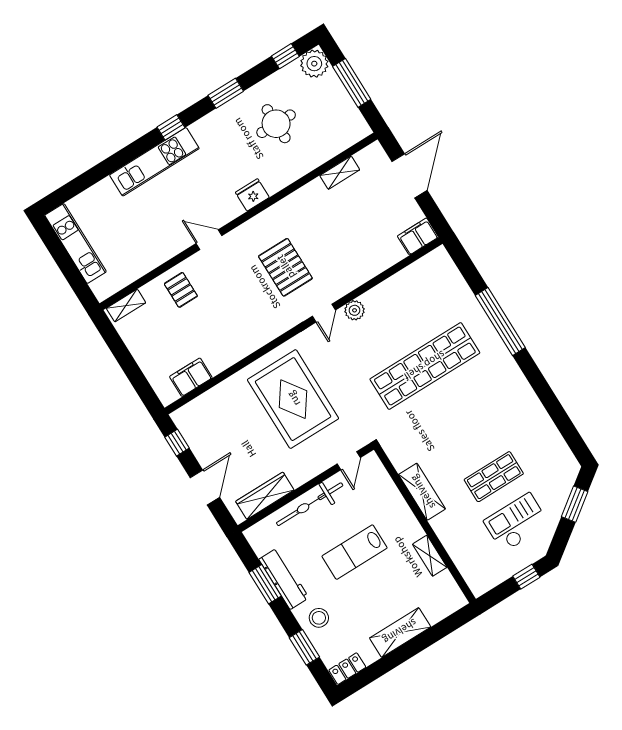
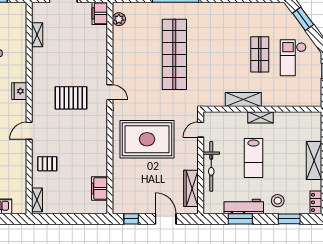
plant: (355, 310) -> (119, 19), moved
door: (349, 461) -> (201, 130), swing flipped
shelving: (430, 556) -> (260, 117), moved

